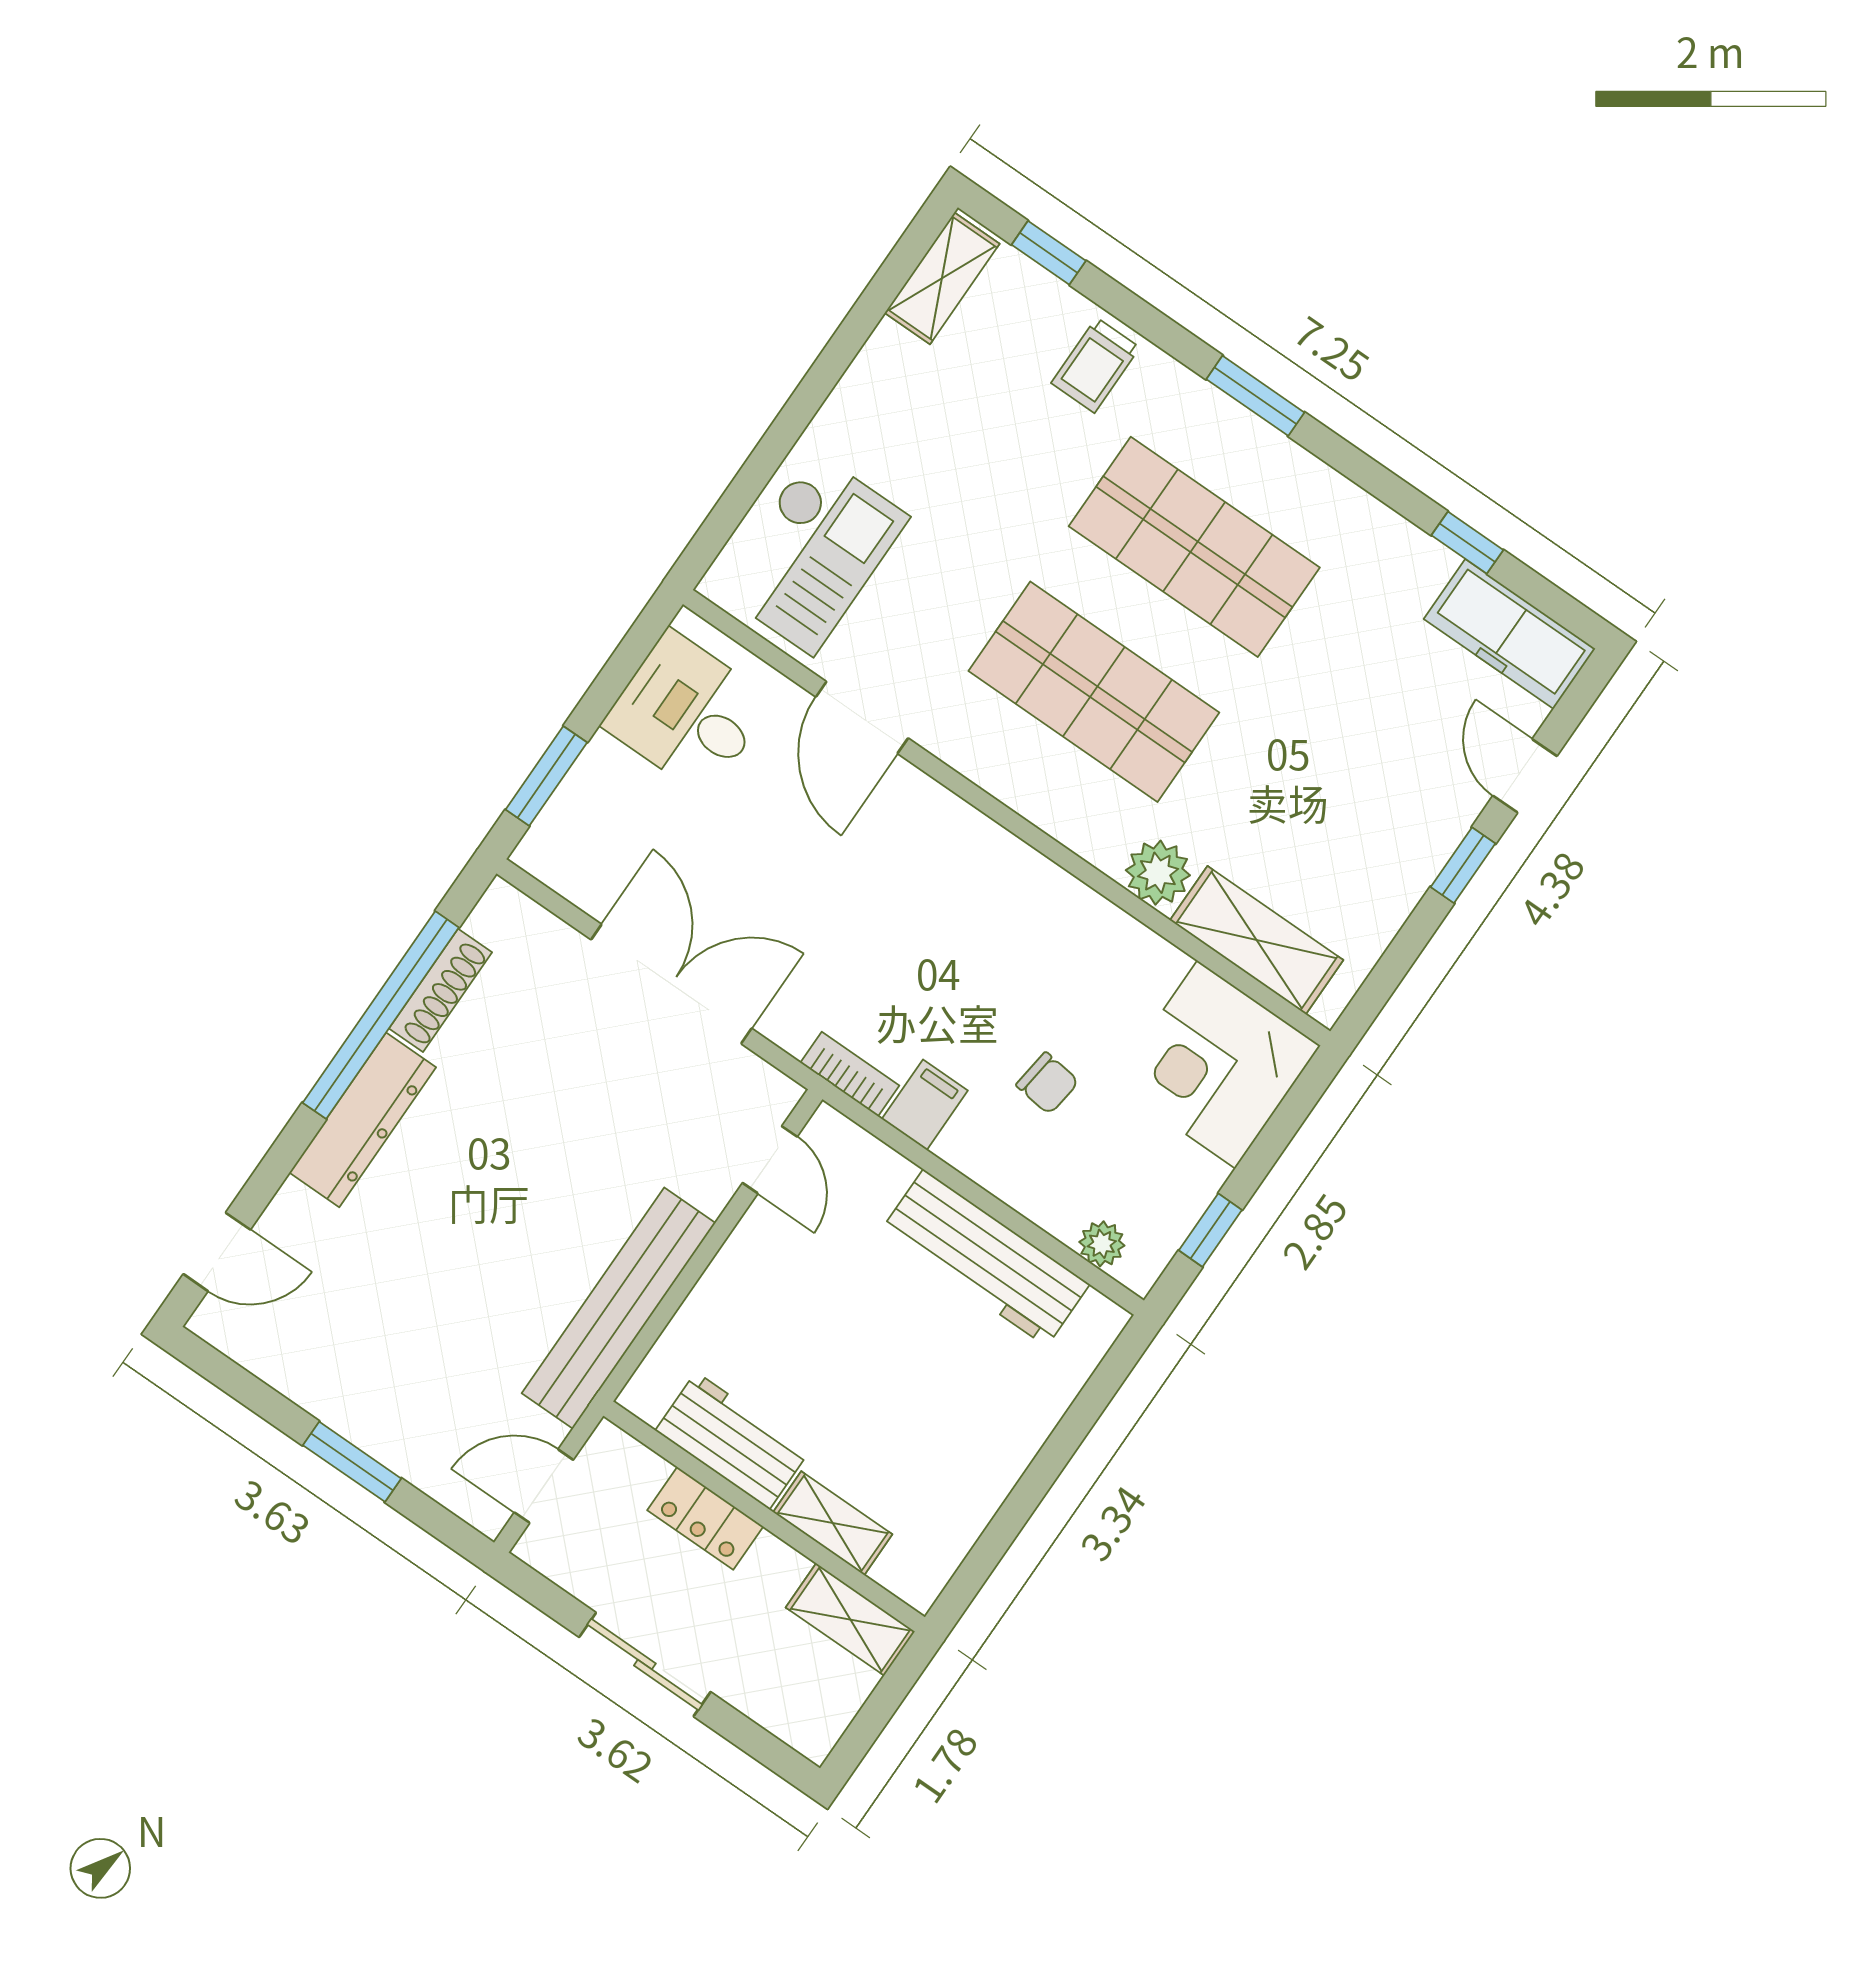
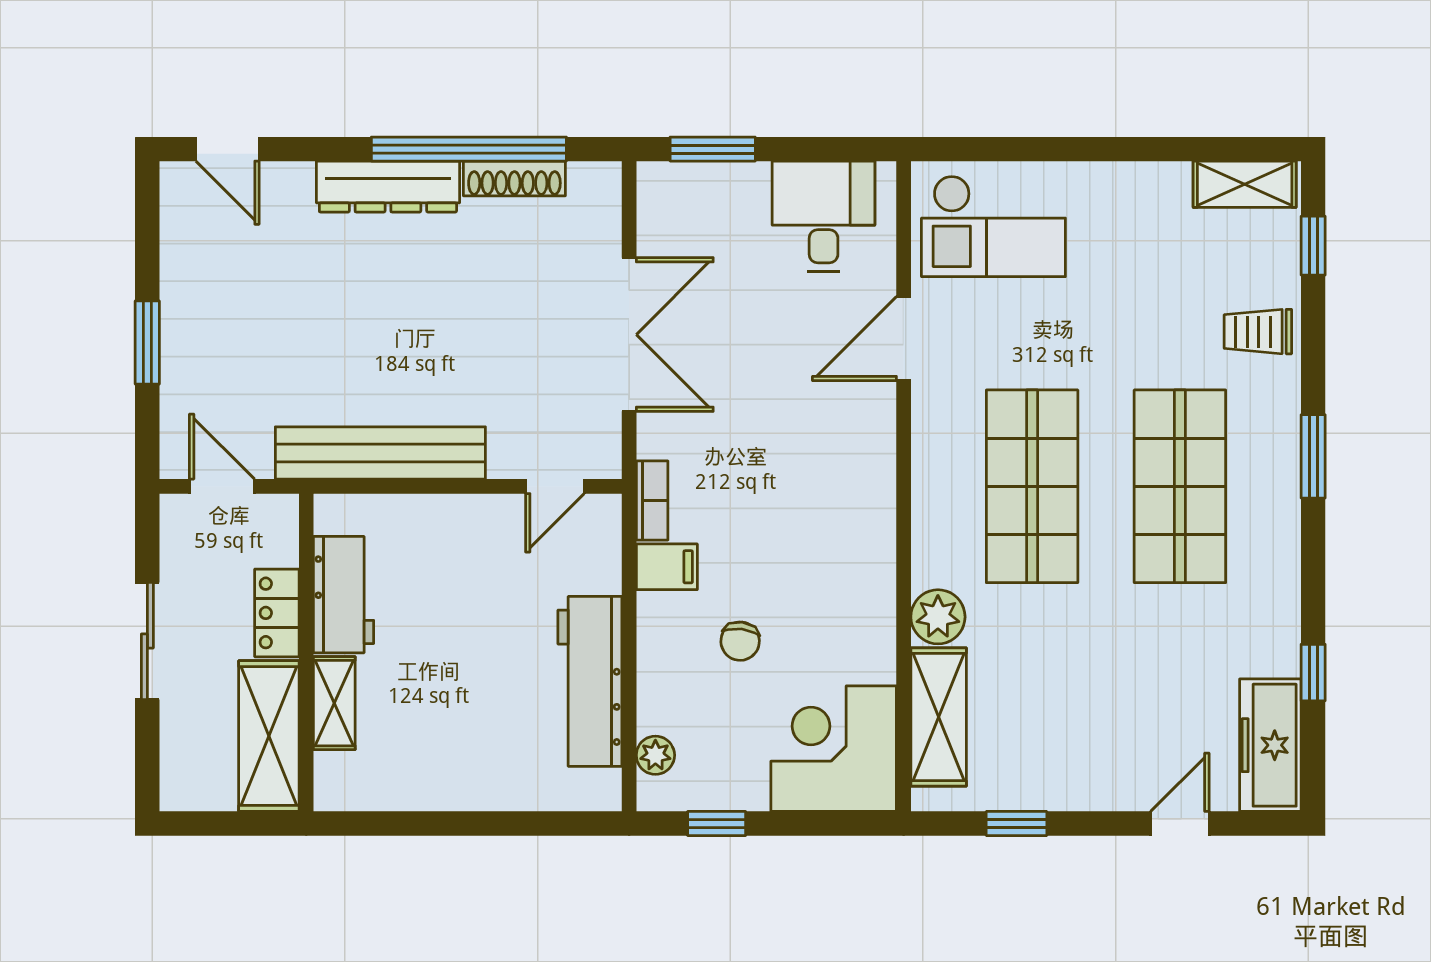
window: (1463, 865) -> (1016, 824), moved
shelving: (850, 1619) -> (269, 736), width x1.50, depth x1.33

